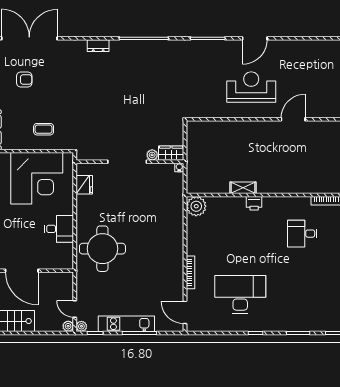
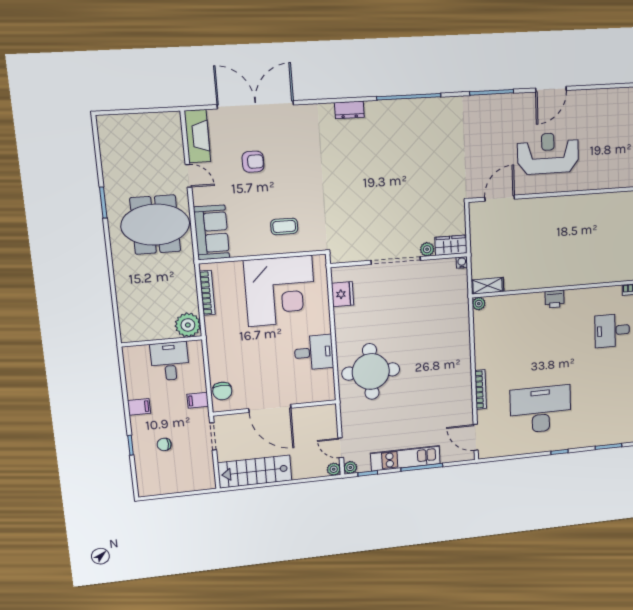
door: (293, 119) -> (500, 198), moved
shelving: (243, 188) -> (488, 286), moved
plant: (196, 206) -> (479, 304), width x0.53, depth x0.53

